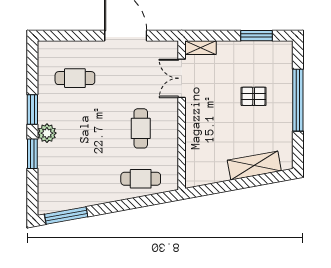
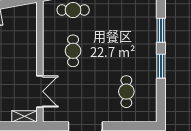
cafe table: (75, 78) -> (126, 92), turned 90
plant: (47, 133) -> (149, 47), removed

